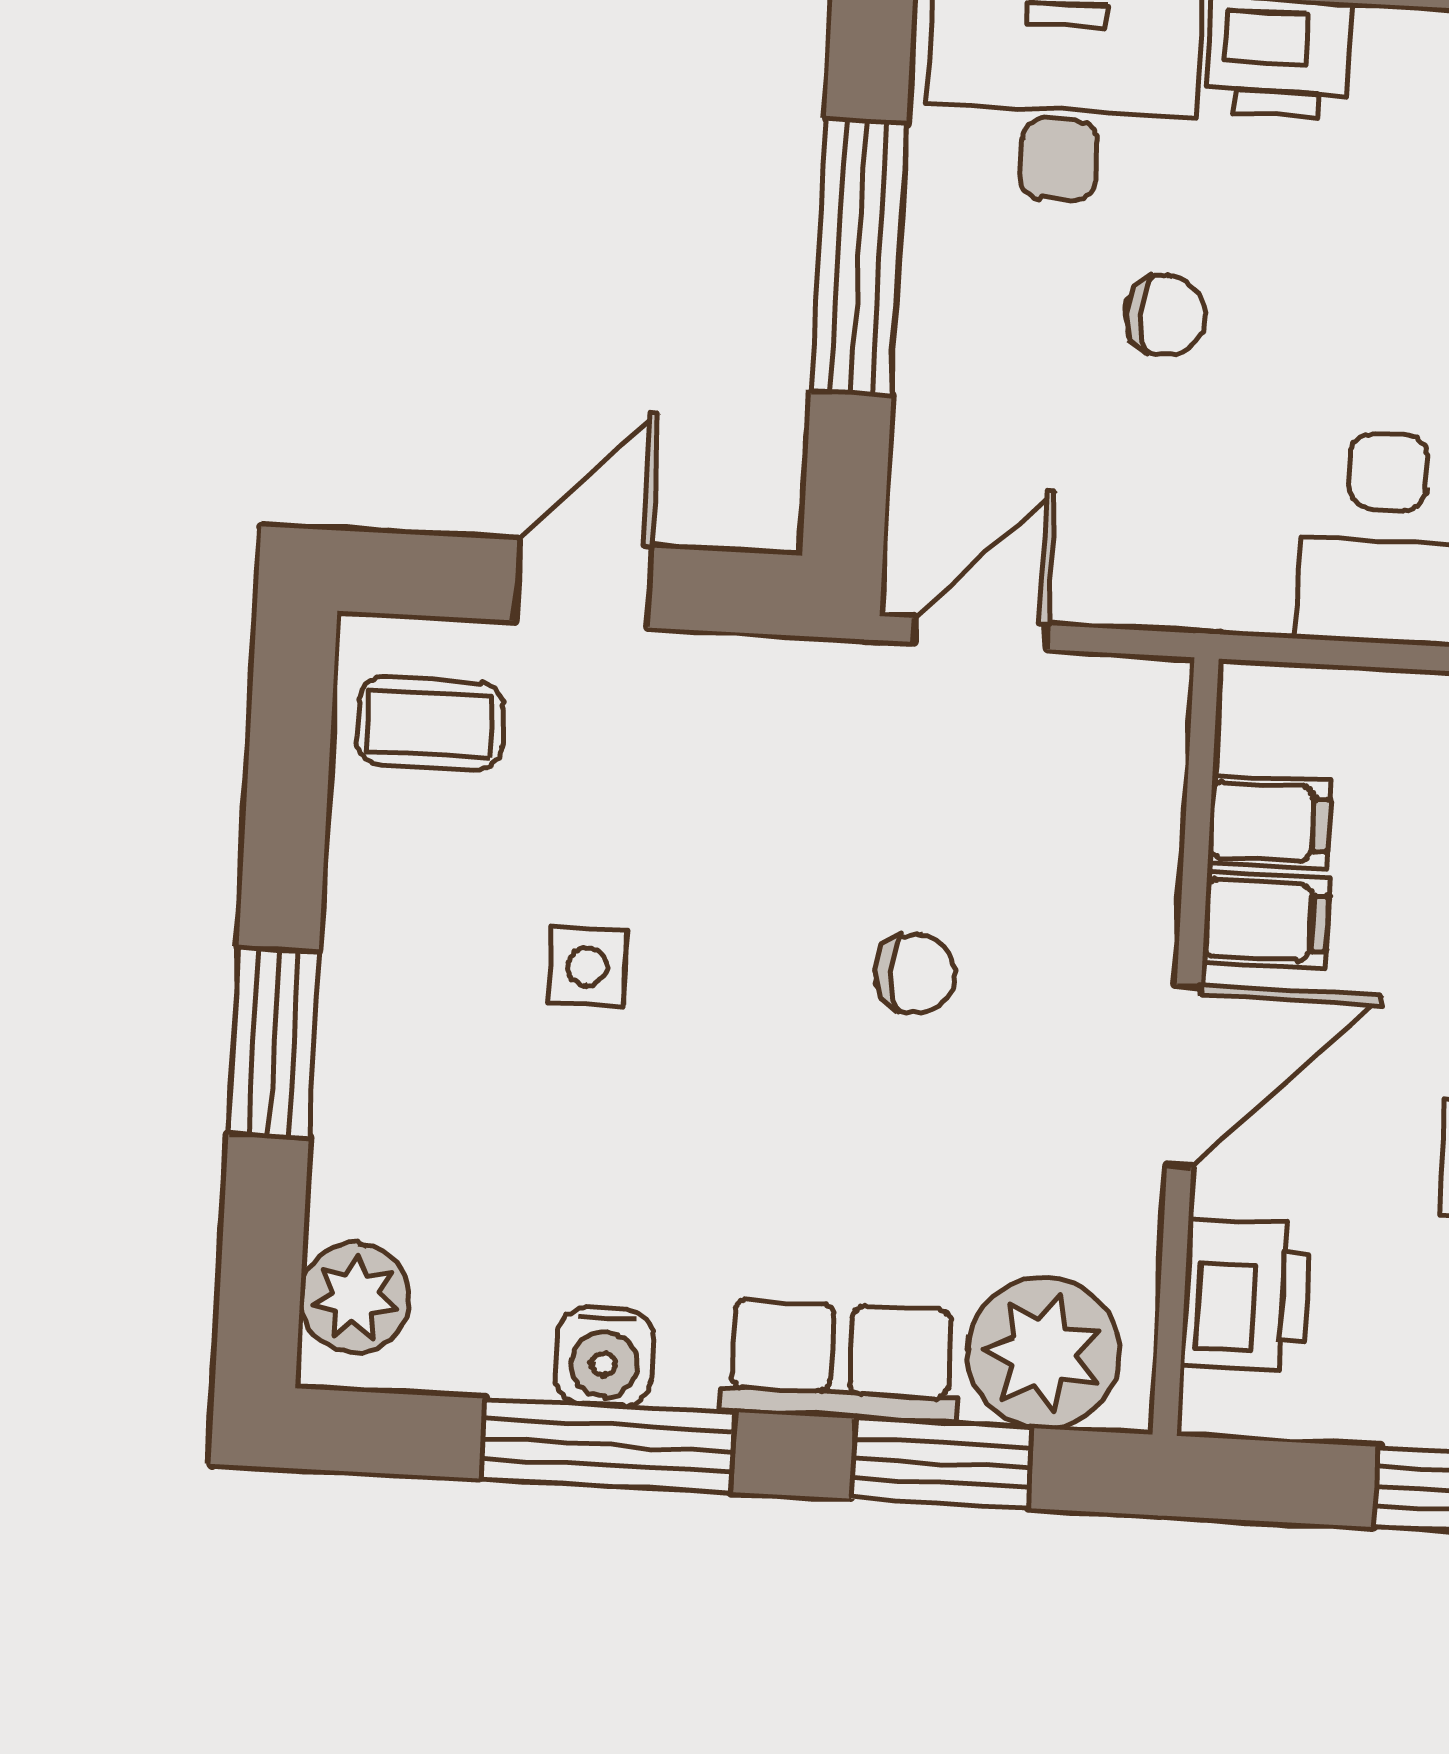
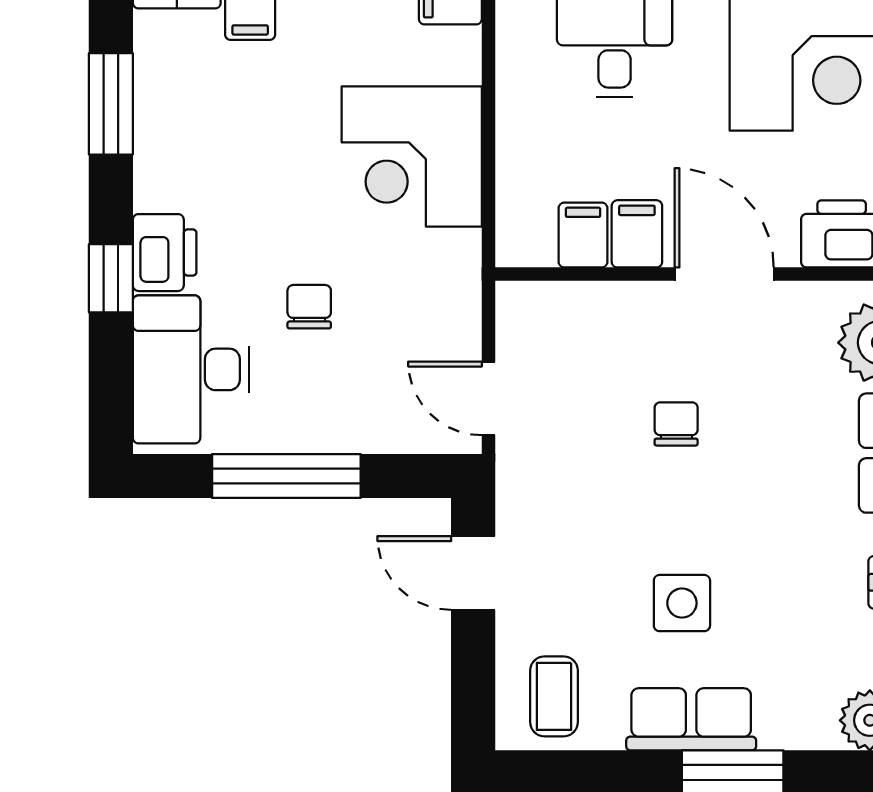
door: (583, 584) -> (473, 573), moved
side table: (588, 967) -> (682, 603), width x1.37, depth x1.37
row of seats: (375, 972) -> (691, 719), added

